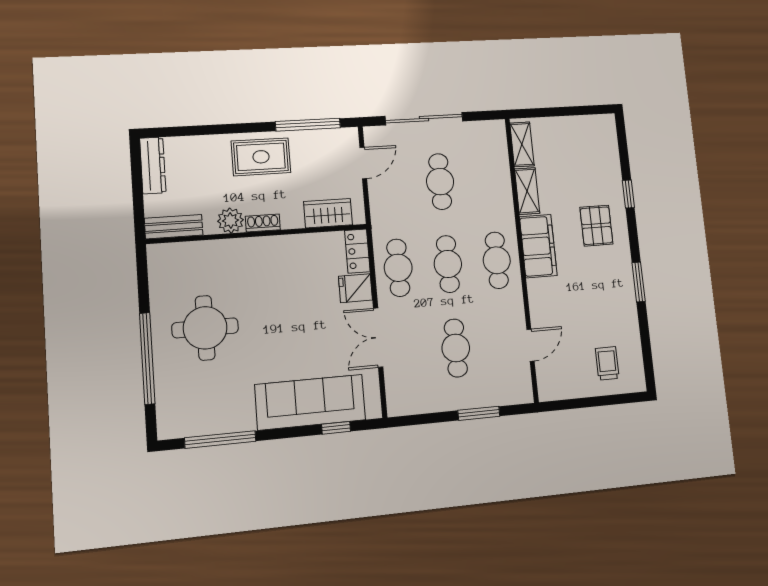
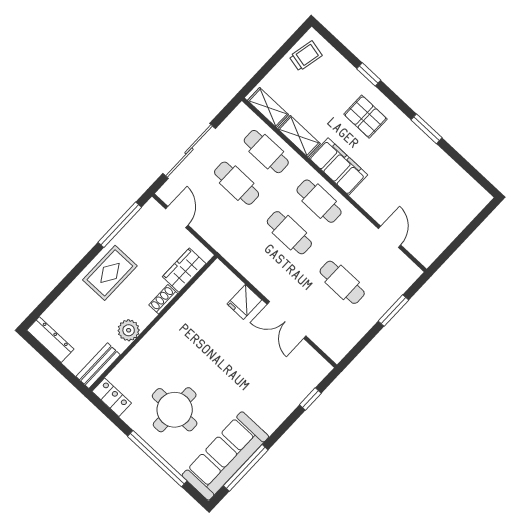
shoe rack: (263, 223) -> (163, 299), moved
locker: (357, 251) -> (112, 397), moved, turned 180
cafe table: (398, 268) -> (266, 152), moved
trolley: (607, 363) -> (306, 56), moved, turned 102
sofa: (310, 402) -> (225, 456), moved

